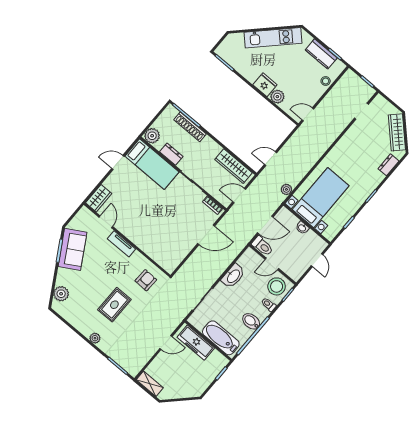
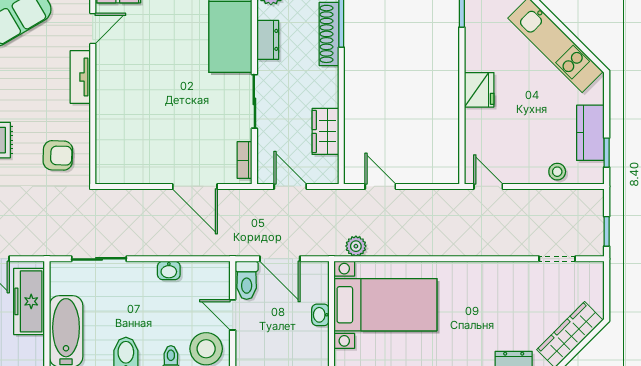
plant: (277, 97) -> (477, 122), removed
wardrobe: (233, 166) -> (325, 131), width x0.67
washbasin: (233, 276) -> (169, 270), width x0.52, depth x0.69

